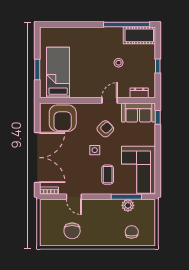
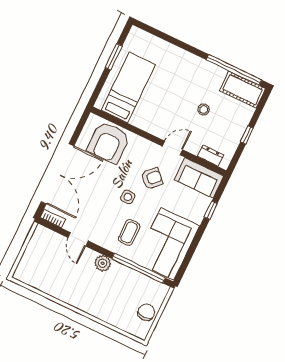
window: (37, 70) -> (114, 57), moved
window: (158, 117) -> (211, 210), moved
window: (126, 197) -> (139, 268), width x1.46
plant: (128, 205) -> (103, 263), moved
chair: (72, 231) -> (57, 277), removed
chair: (132, 232) -> (146, 312), moved

